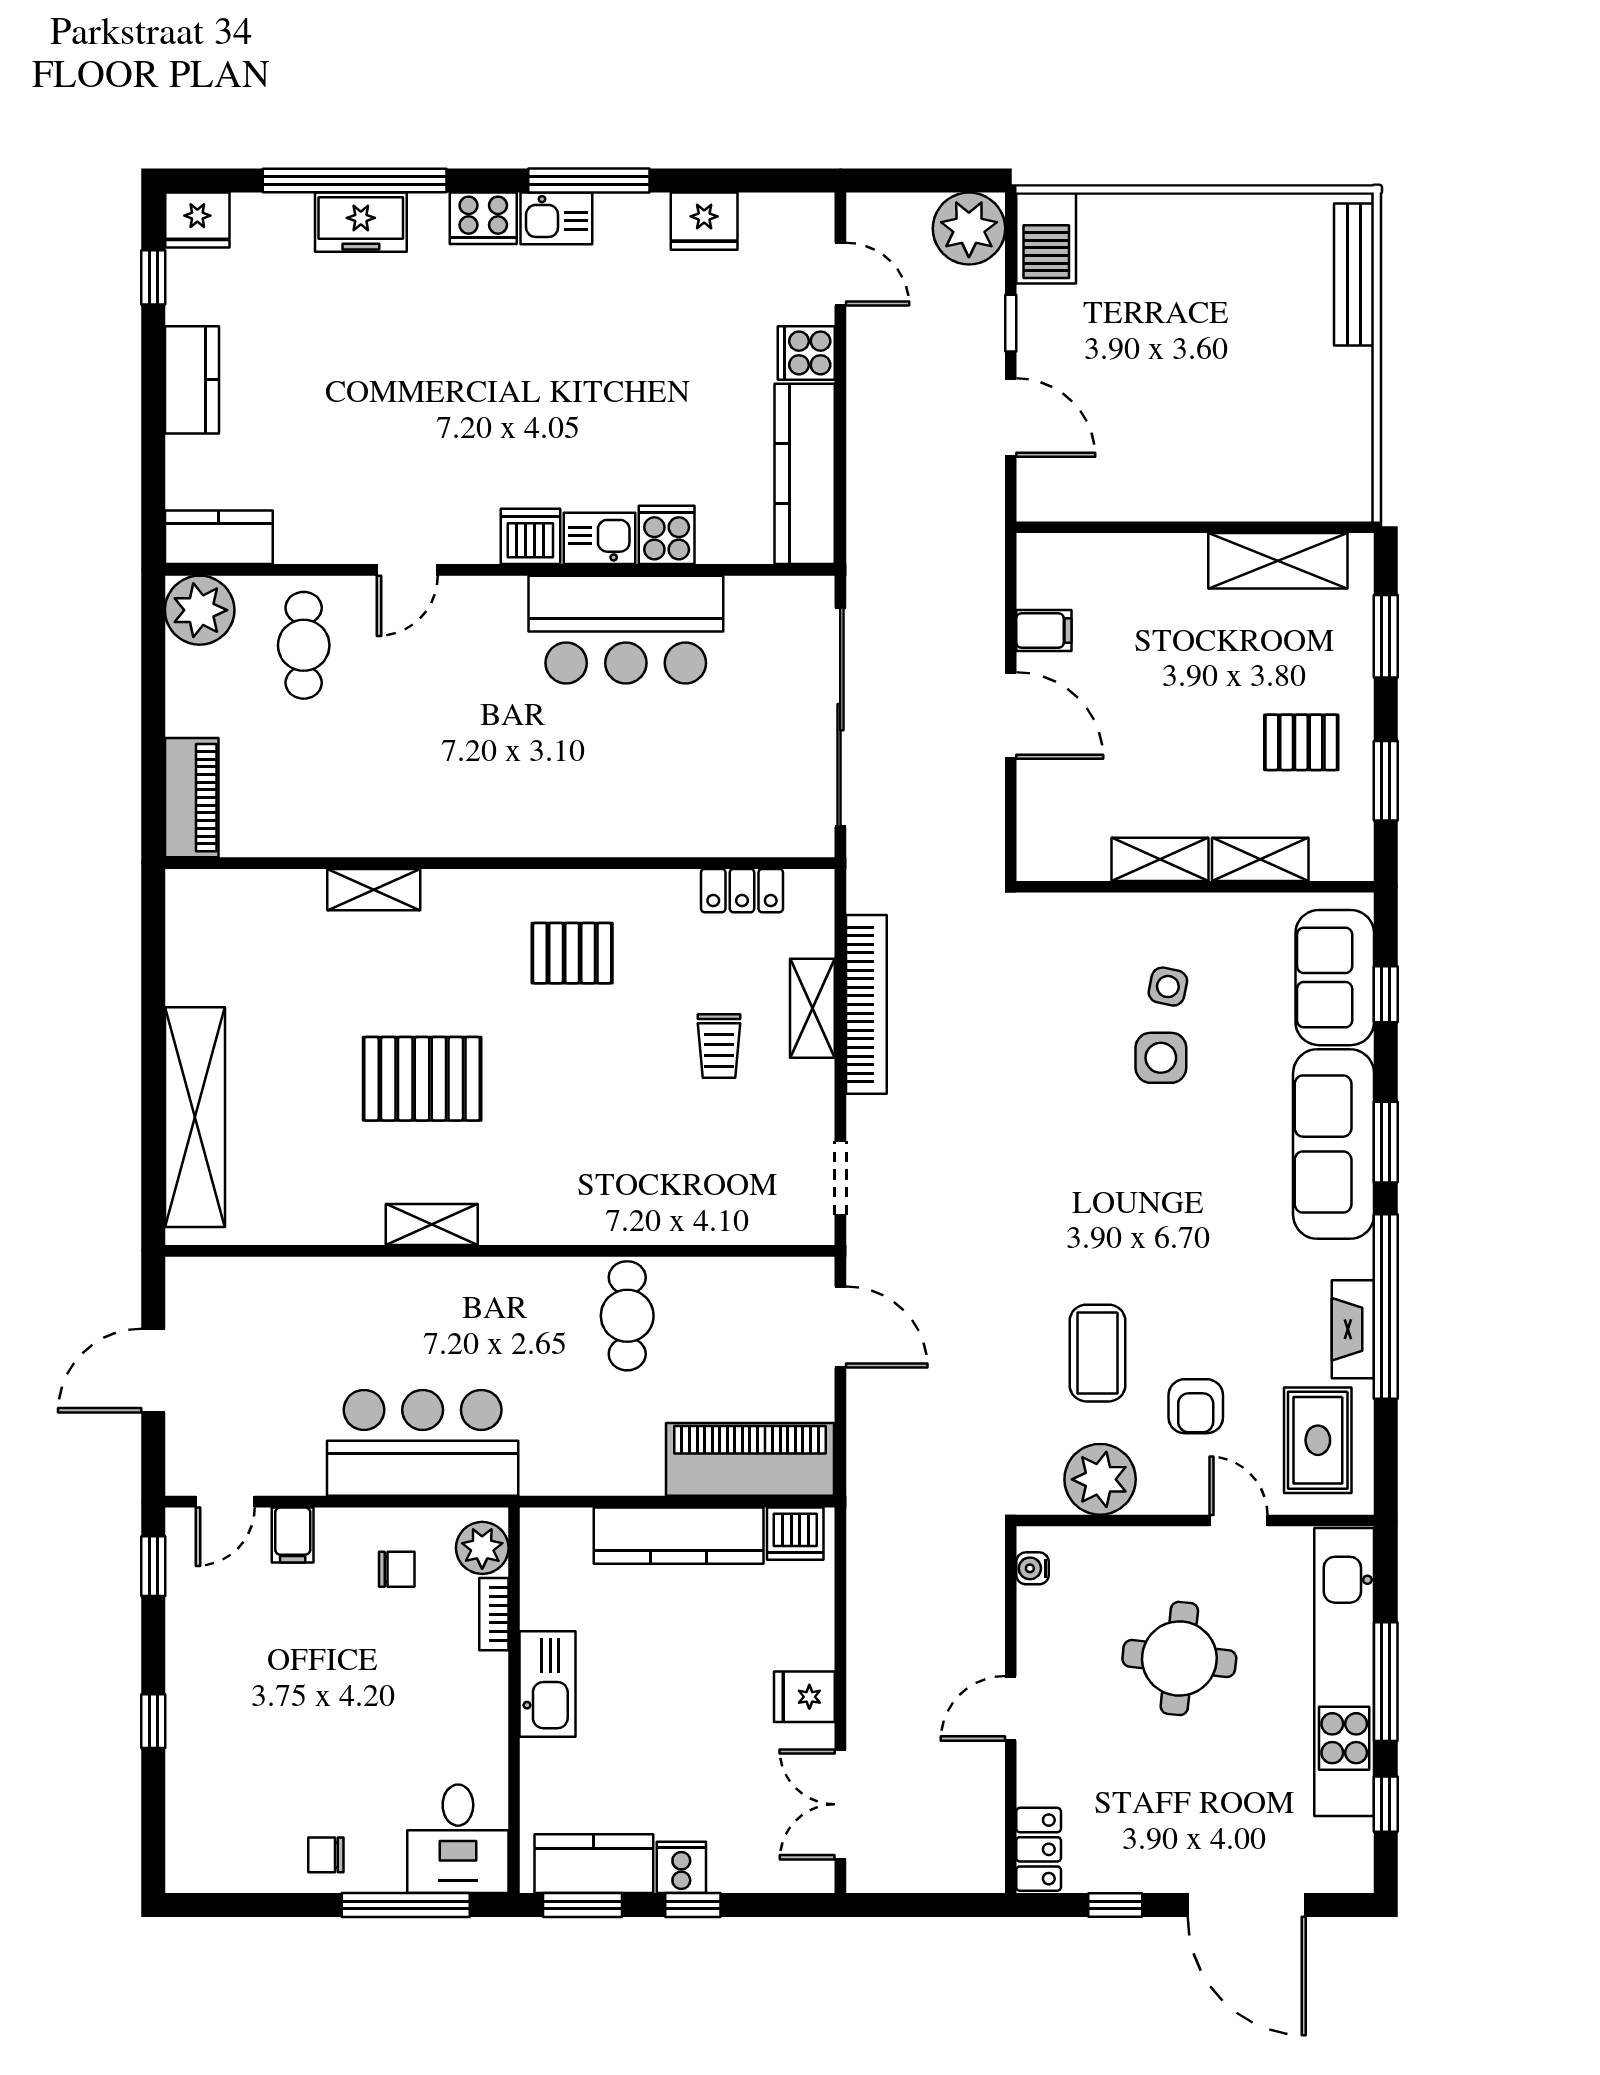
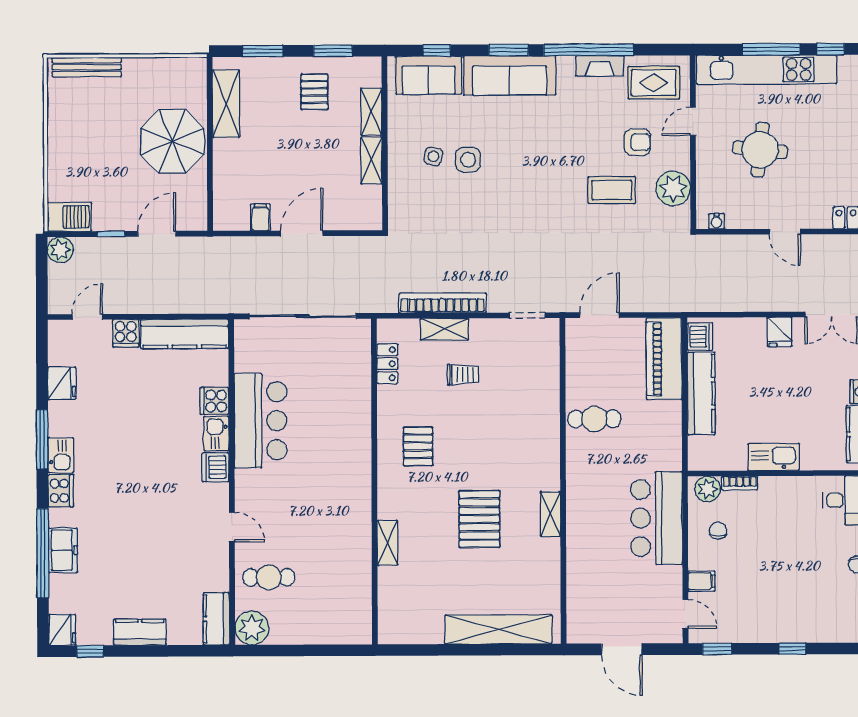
plant: (969, 228) -> (60, 250), width x0.73, depth x0.73
parasol: (1201, 450) -> (172, 141), added
piano: (192, 798) -> (343, 632), removed

